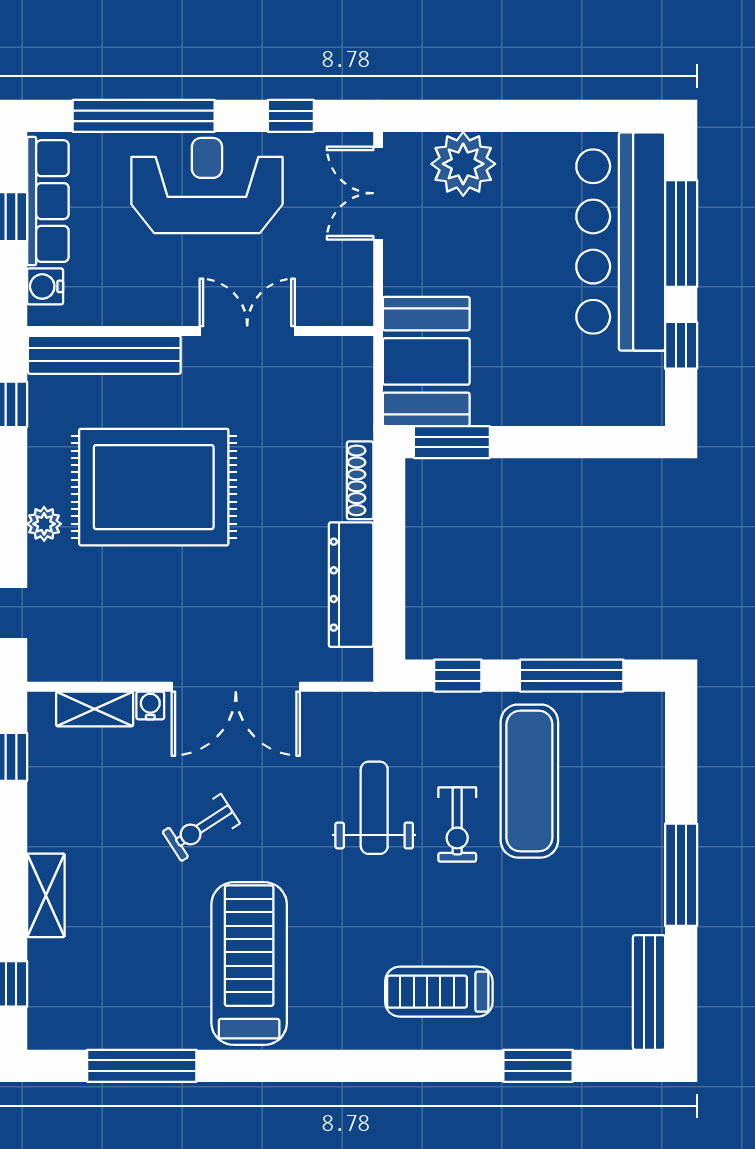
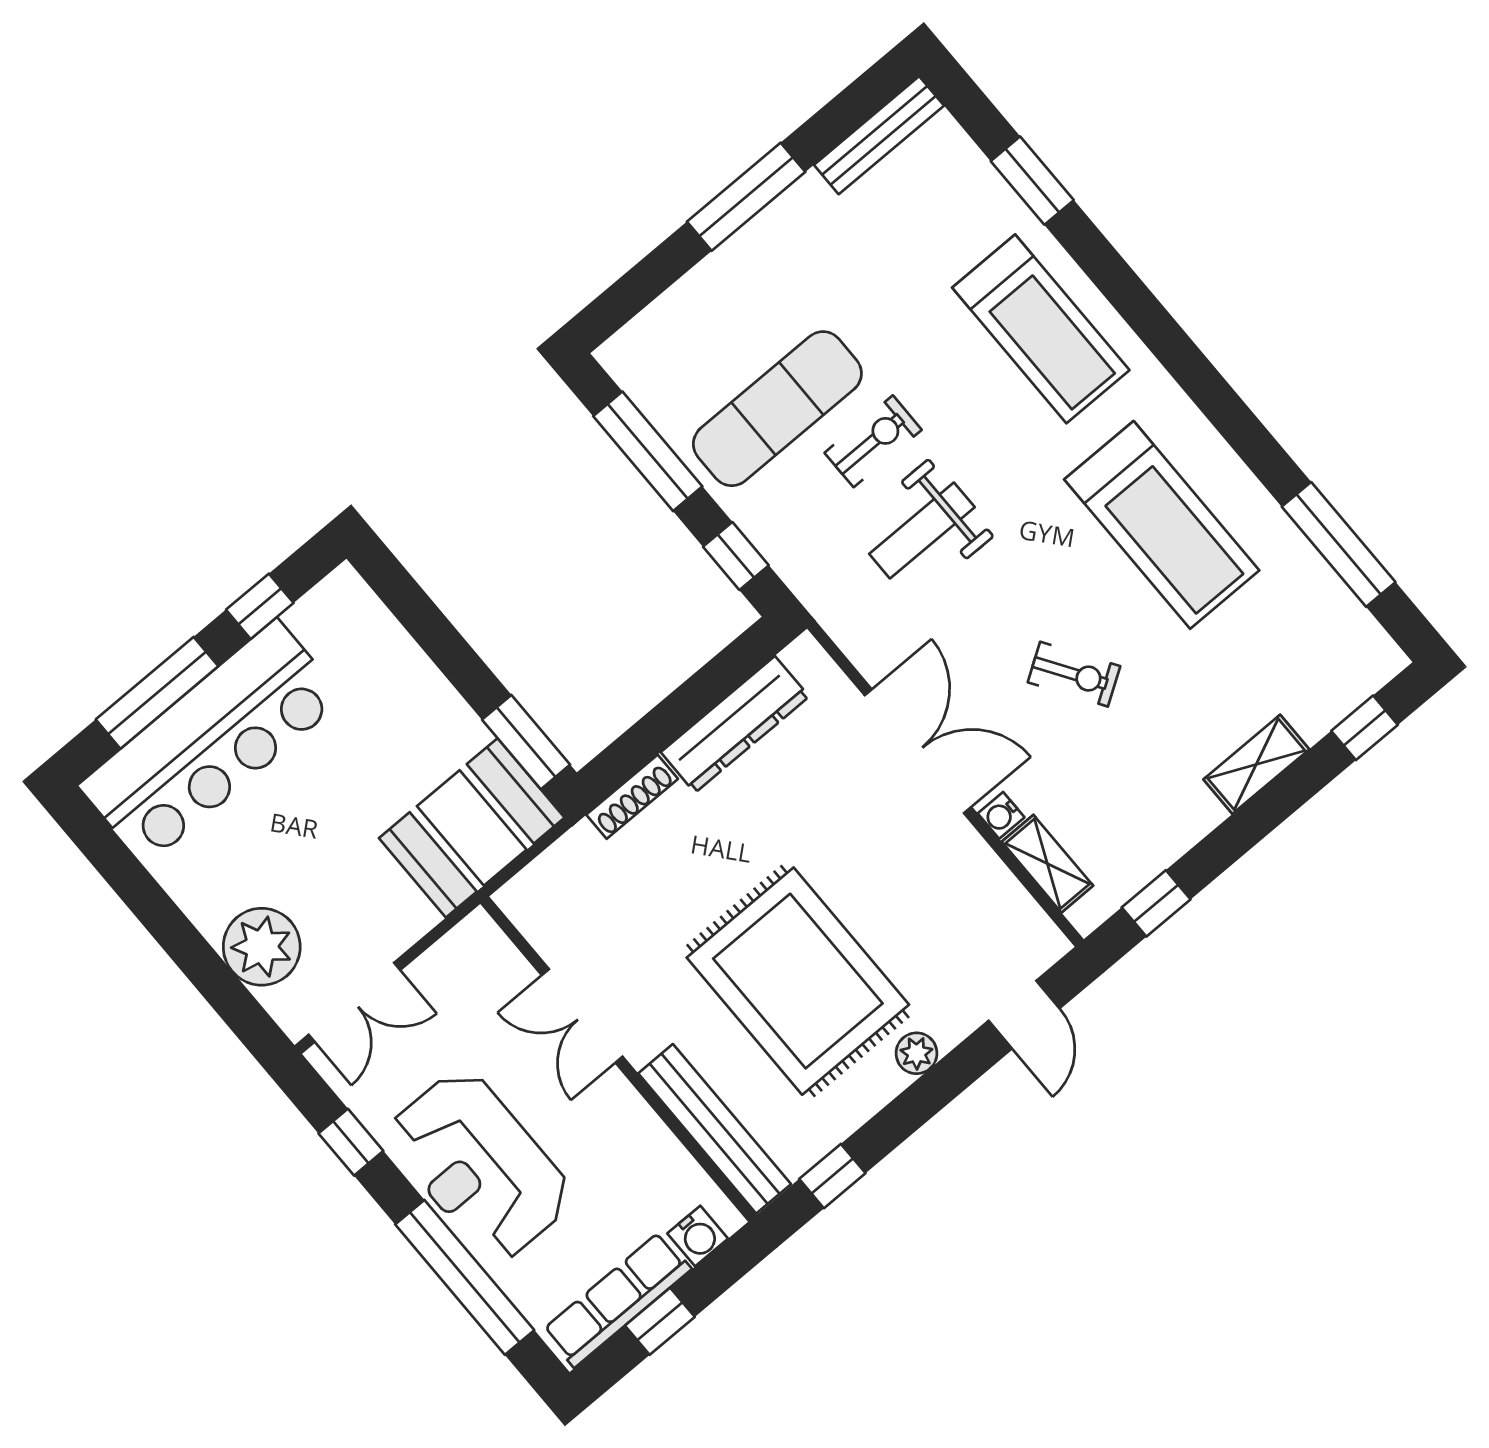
treadmill: (249, 964) -> (1162, 525), turned -90
treadmill: (439, 992) -> (1041, 329), width x1.37, depth x1.38

